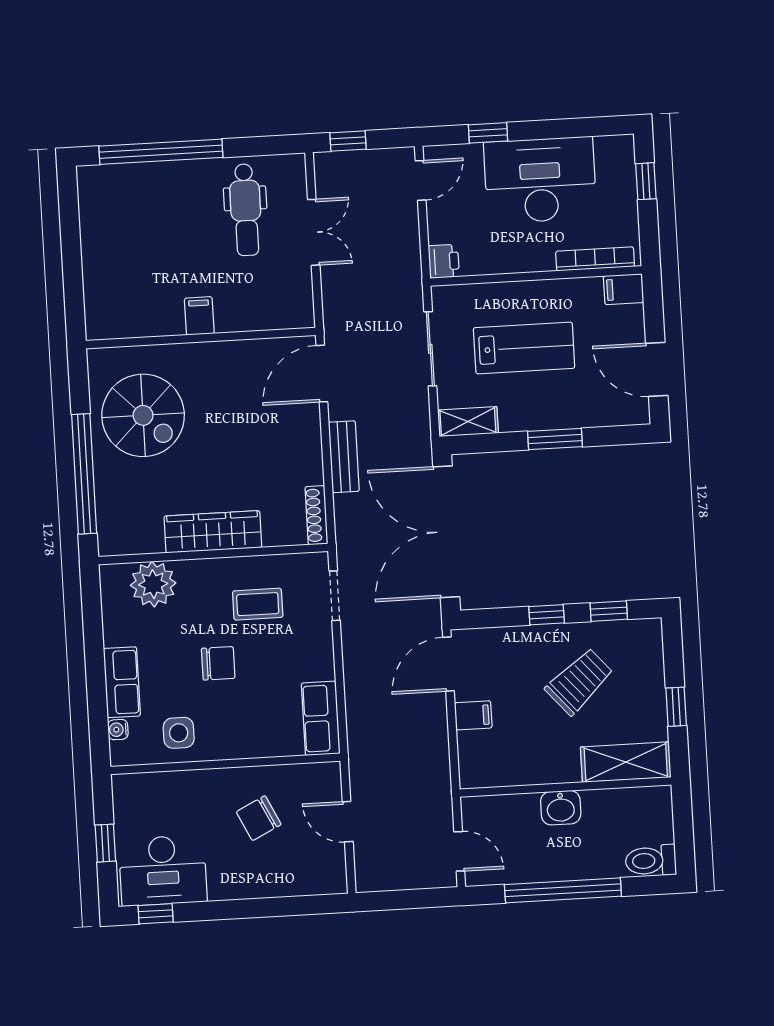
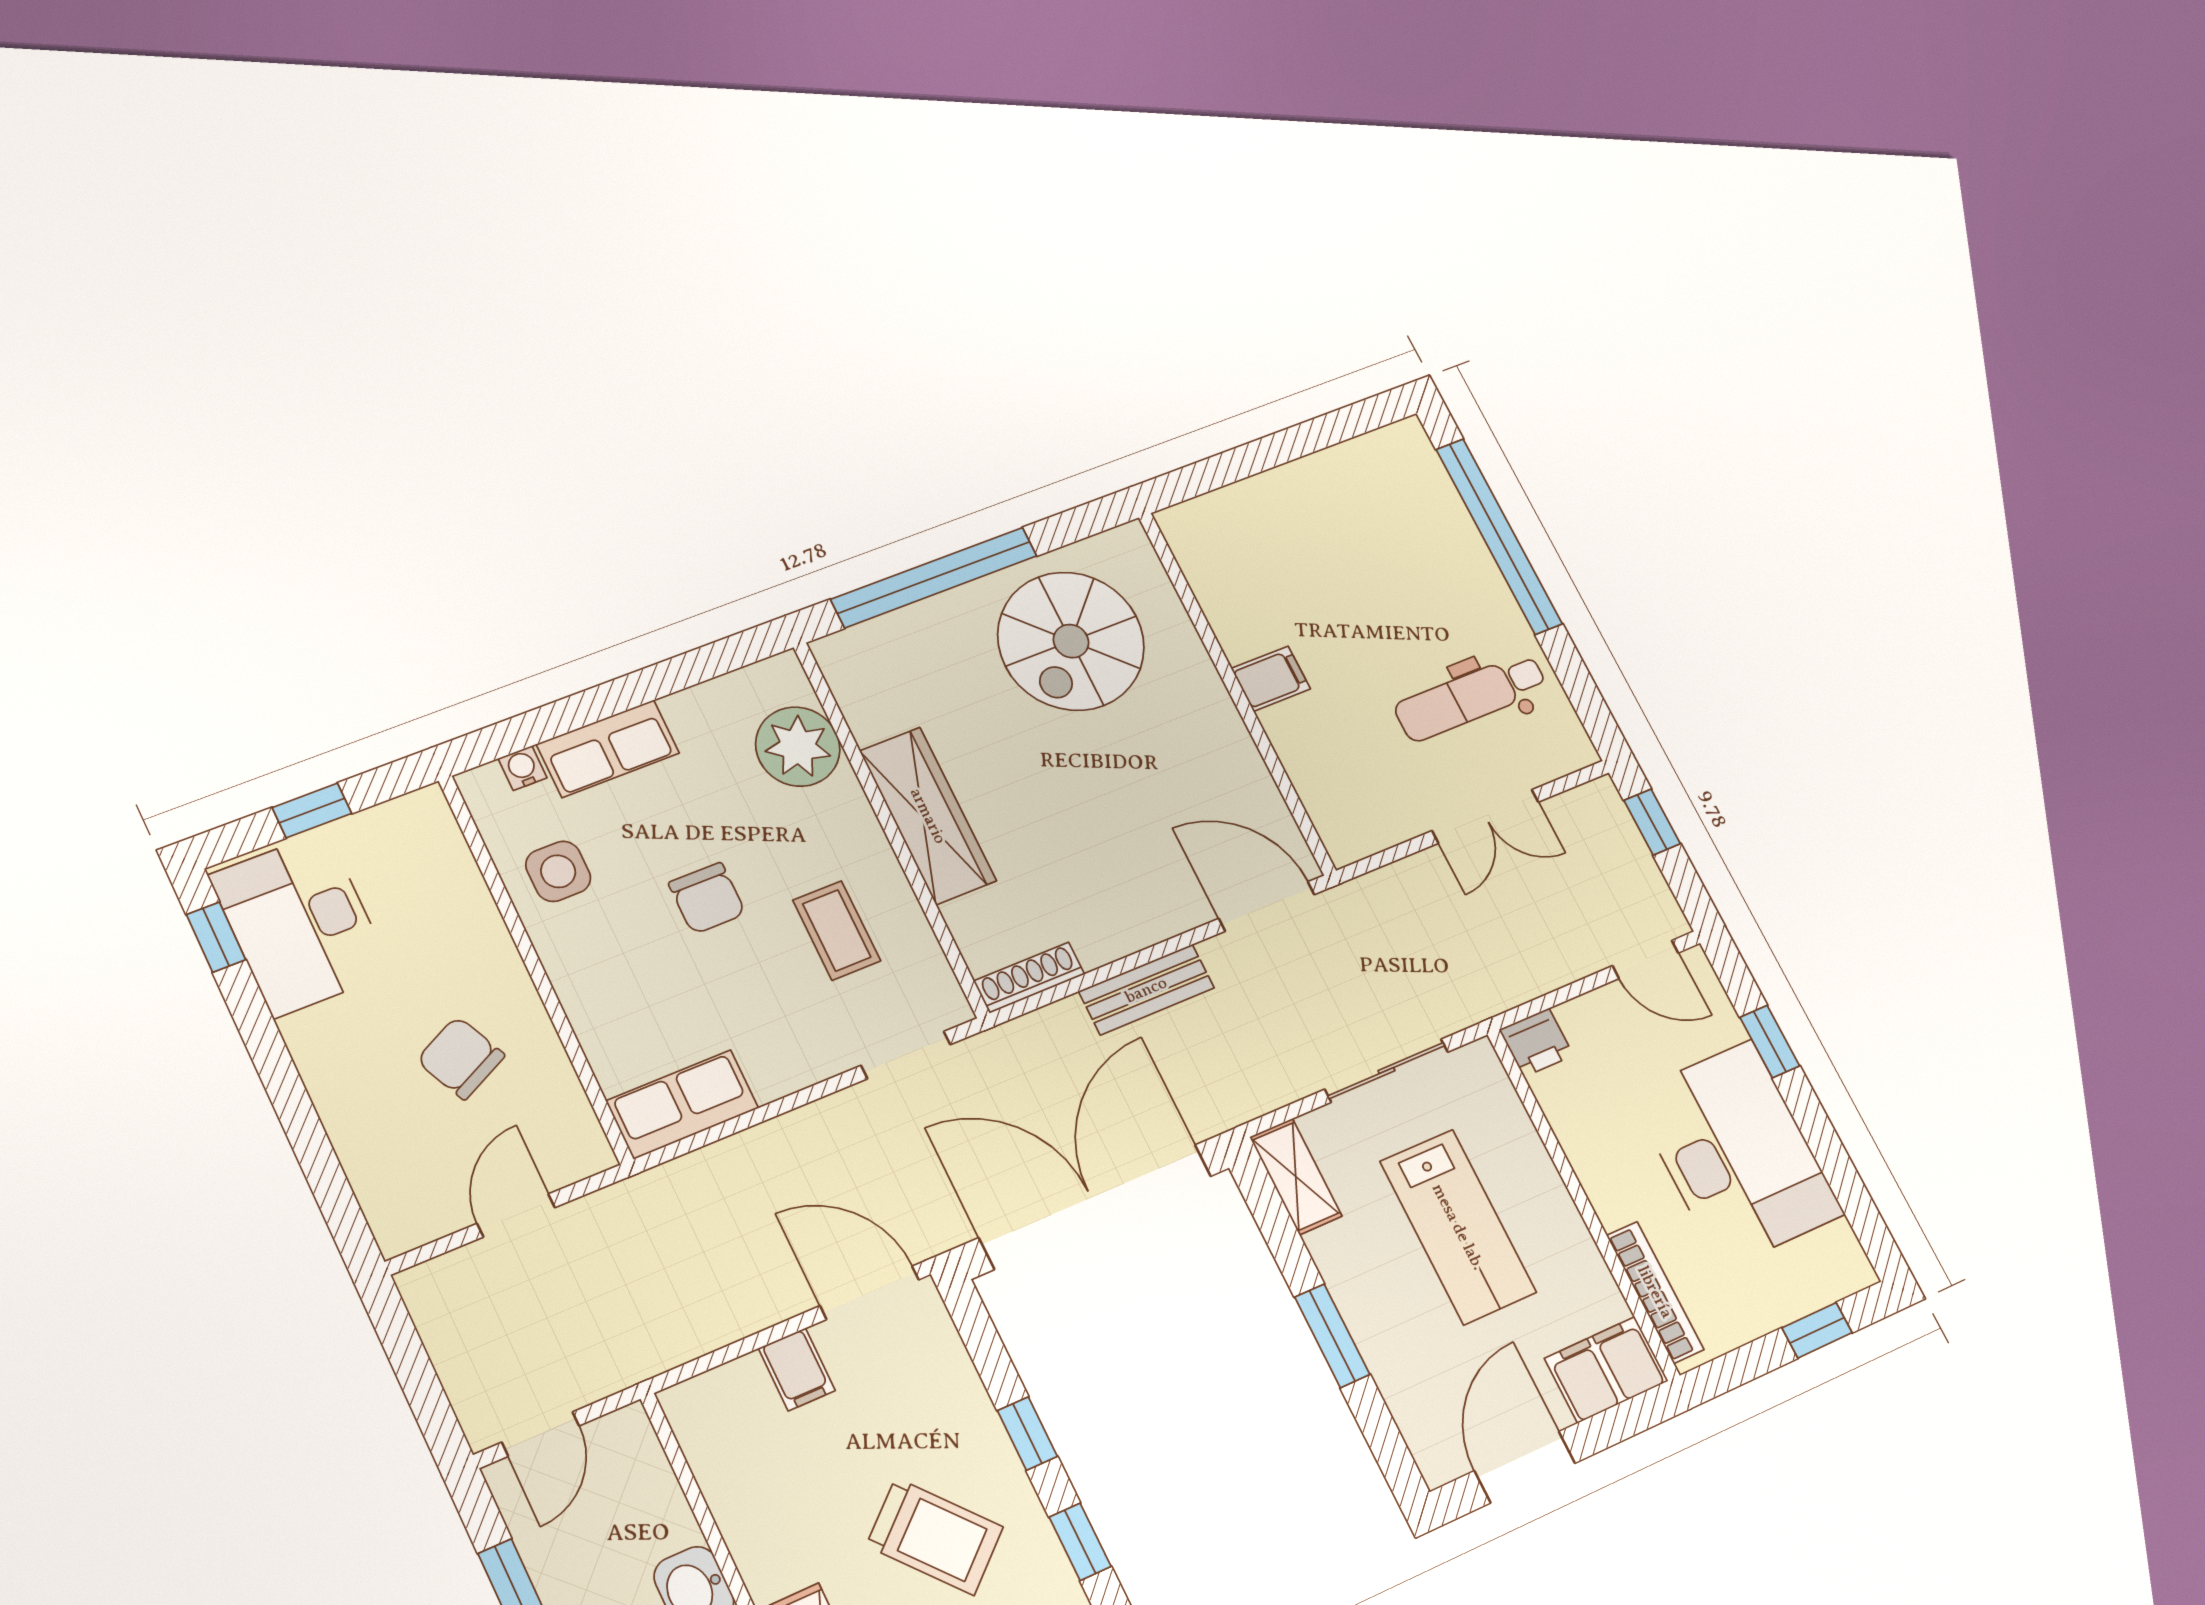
filing cabinet: (624, 289) -> (1606, 1370), width x2.00

